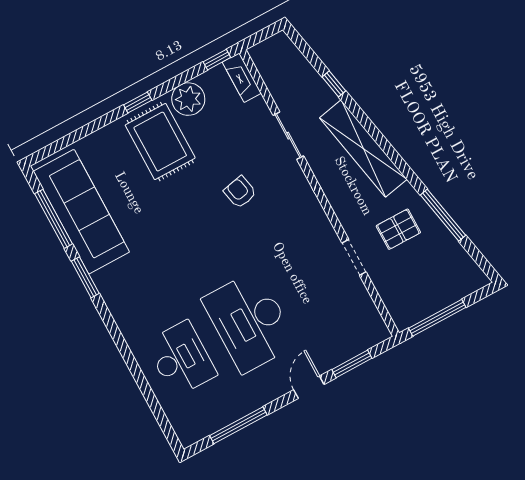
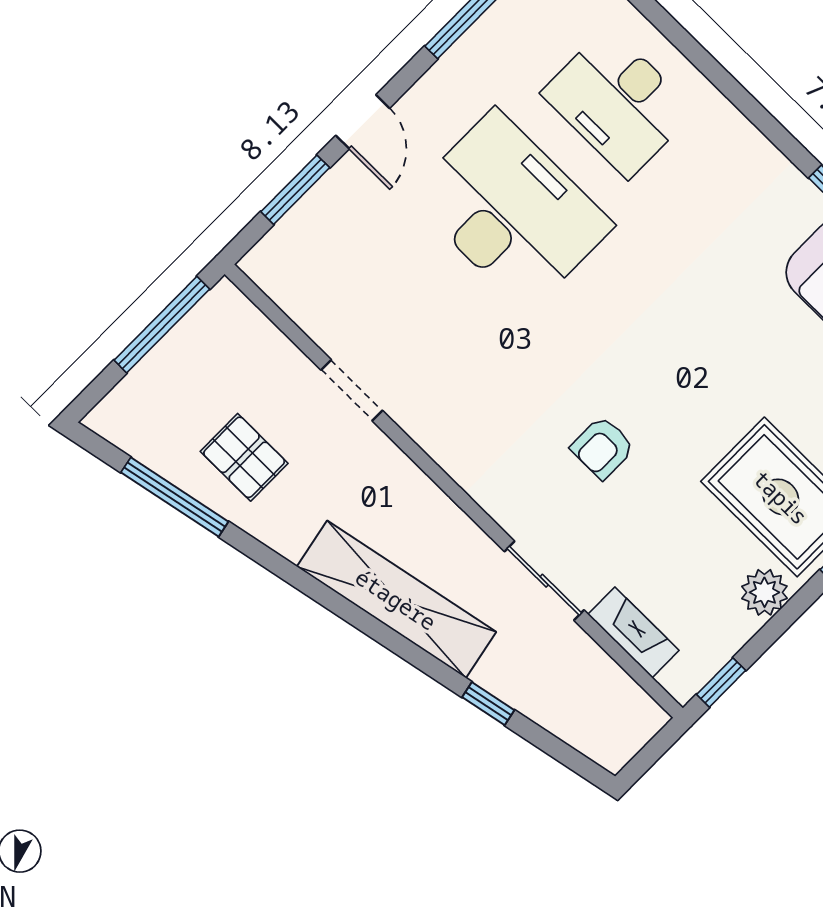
fireplace: (242, 78) -> (633, 632), moved
plant: (188, 99) -> (764, 592), width x0.73, depth x0.73
armchair: (240, 192) -> (603, 448), turned 102
window: (443, 215) -> (175, 497), moved
pallet: (398, 229) -> (244, 457), moved, turned 90

